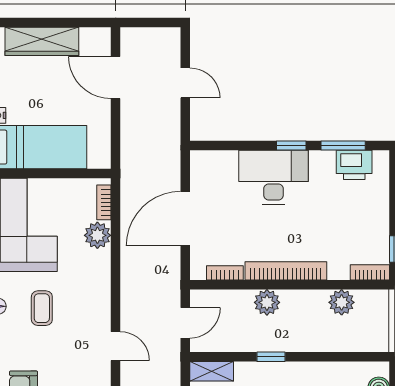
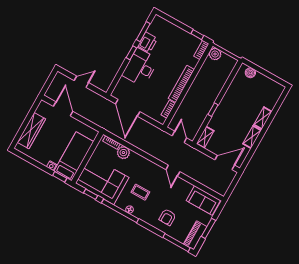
door: (116, 78) -> (63, 109), swing flipped
printer: (354, 165) -> (148, 42), moved
door: (185, 219) -> (128, 108), moved
plant: (267, 302) -> (190, 99), removed
plant: (342, 302) -> (215, 54), moved
door: (116, 346) -> (173, 171), swing flipped

